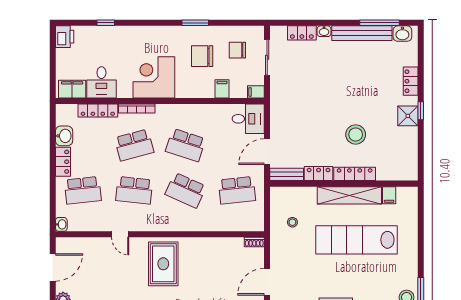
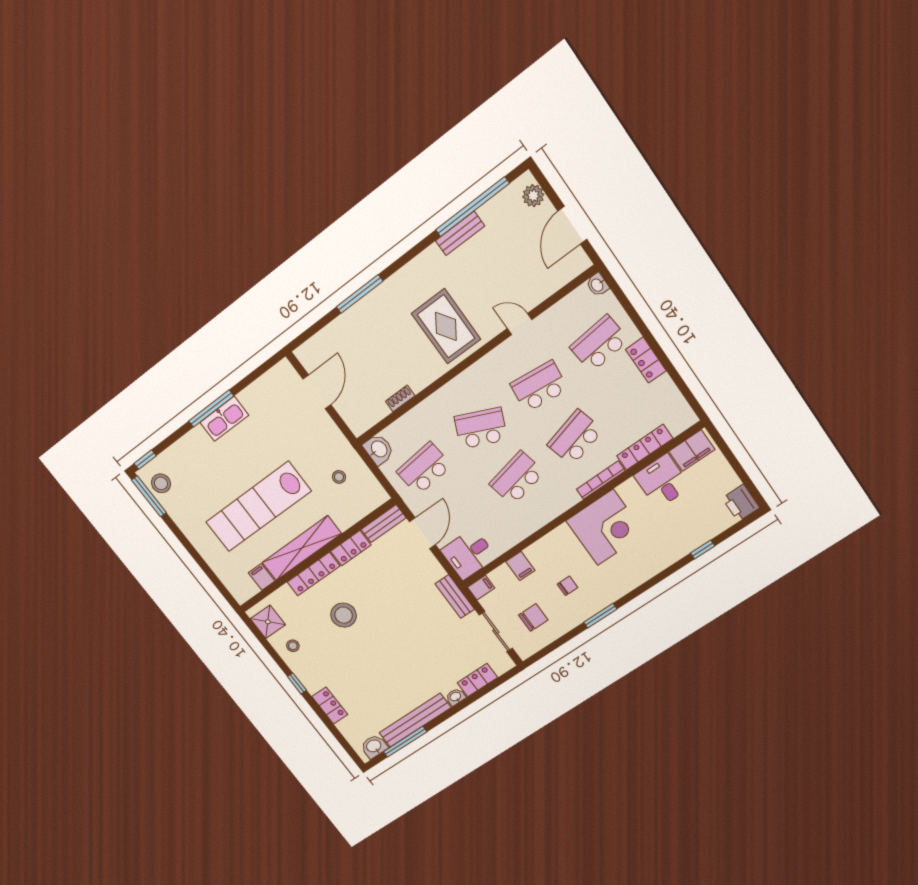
chair: (202, 56) -> (567, 586), width x0.54, depth x0.54
bench: (276, 98) -> (455, 597), added
shower: (408, 116) -> (268, 622), moved
washbasin: (64, 136) -> (379, 449), moved, turned 180
stool: (404, 137) -> (293, 646), added
school desk: (186, 145) -> (517, 478), turned -30
lab bench: (357, 240) -> (258, 507), turned 180
shoe rack: (254, 242) -> (400, 398), moved

